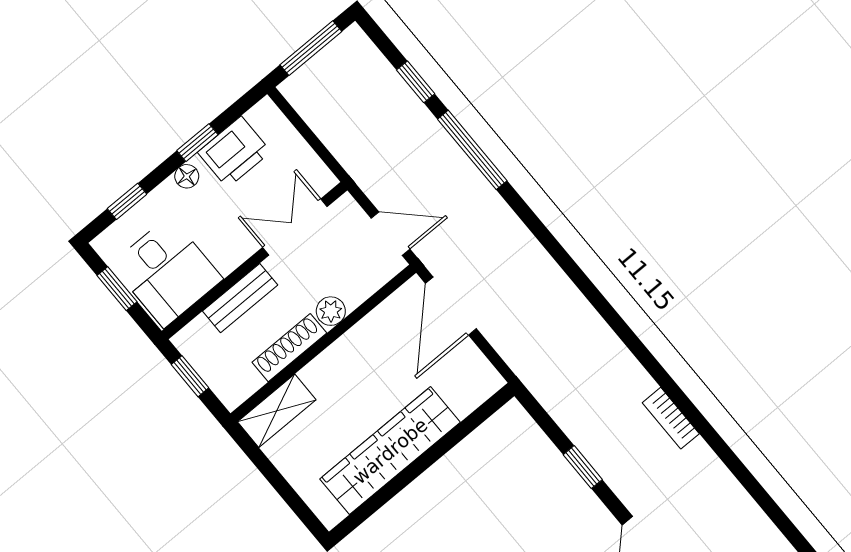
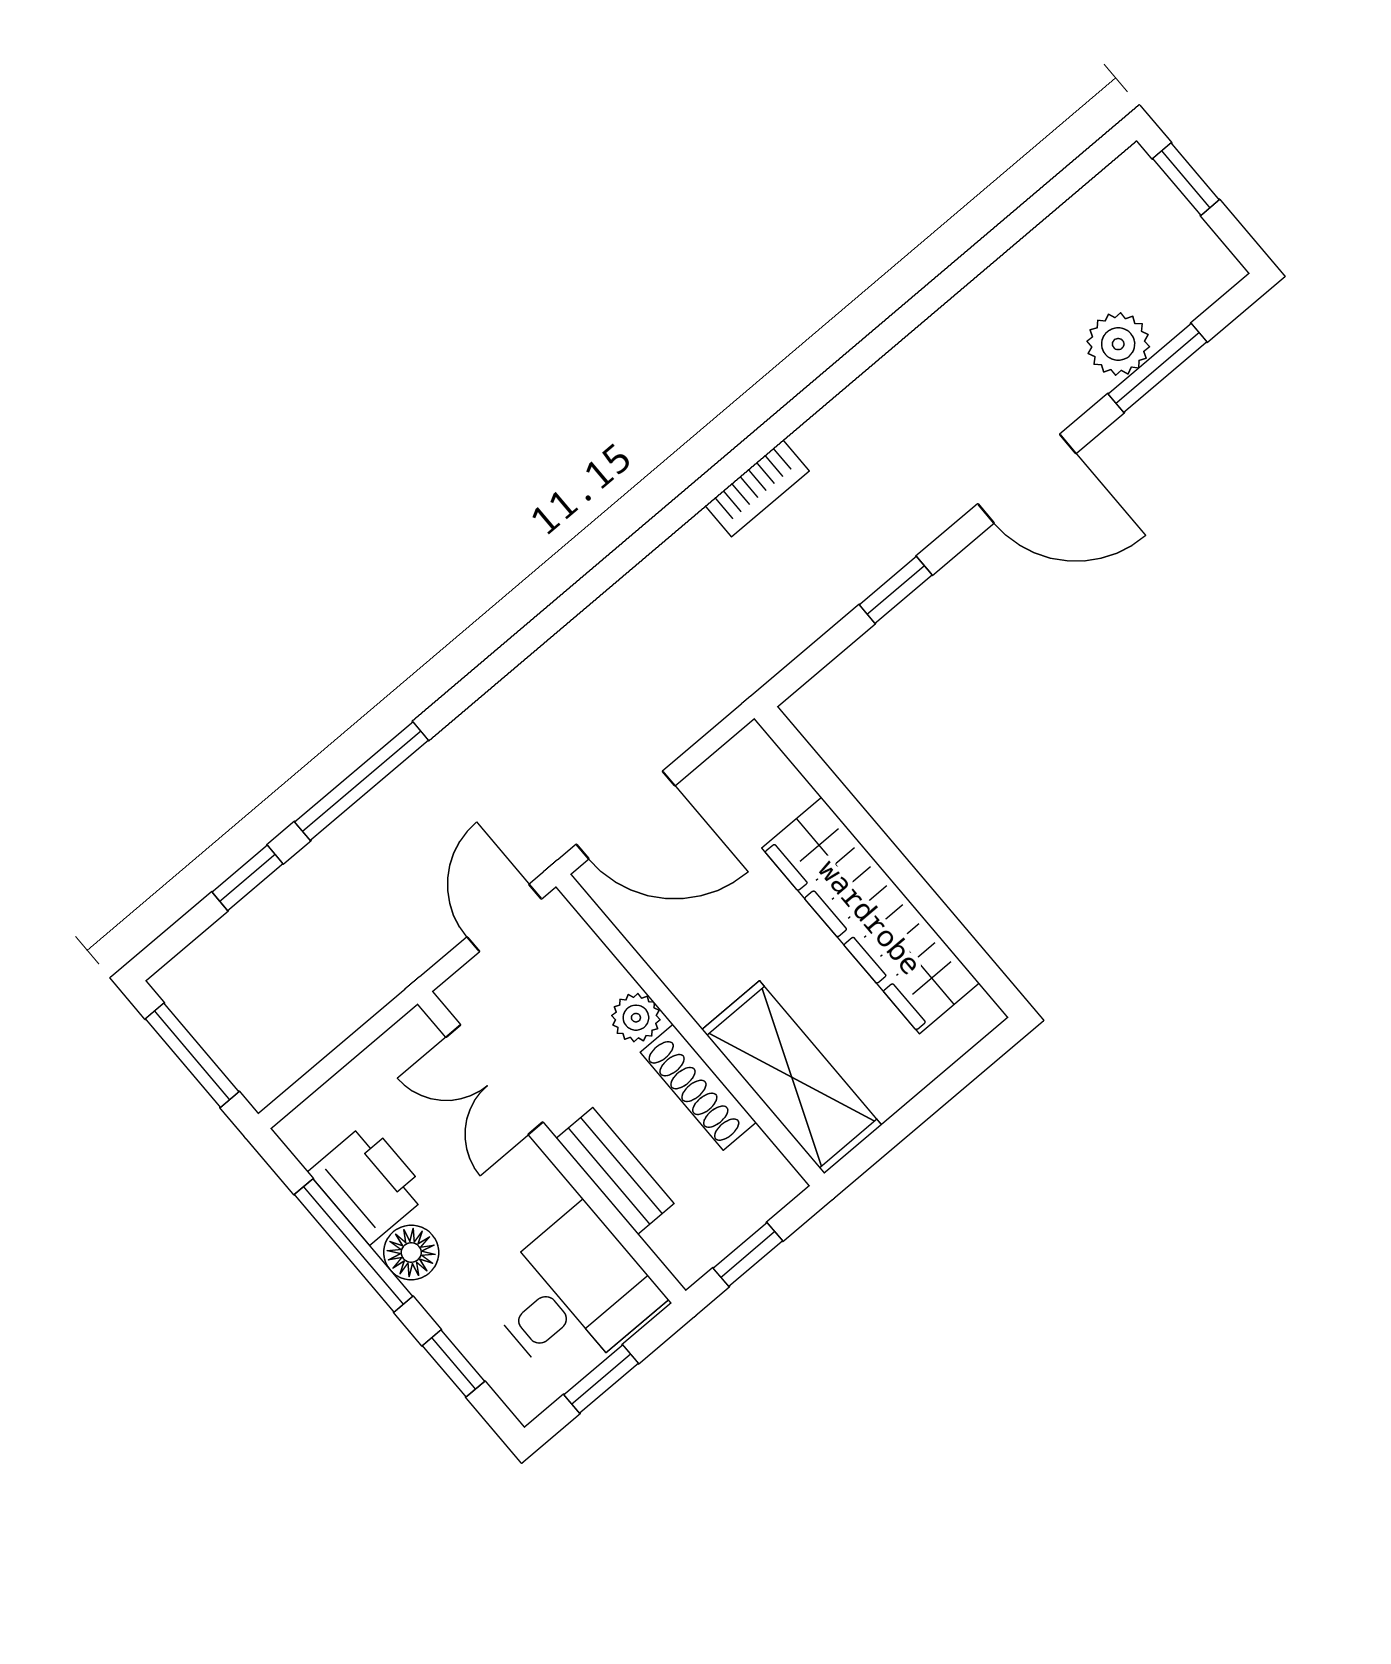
window: (197, 143) -> (353, 1245), width x2.17
floor lamp: (187, 176) -> (411, 1252), width x1.37, depth x1.37
shelving: (277, 411) -> (792, 1077), width x1.50, depth x1.33
bookcase: (671, 418) -> (757, 488), moved

